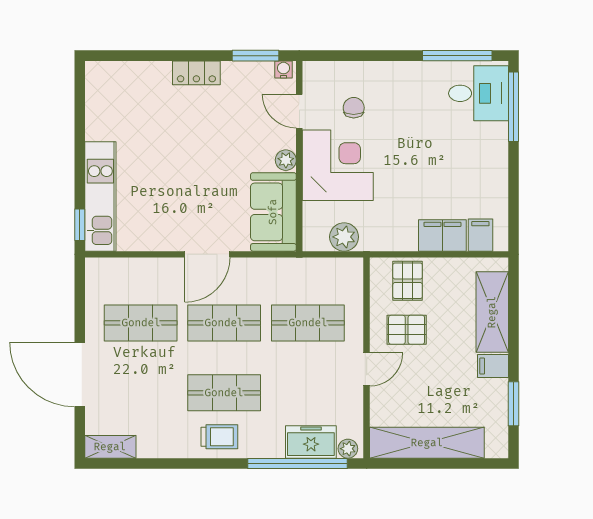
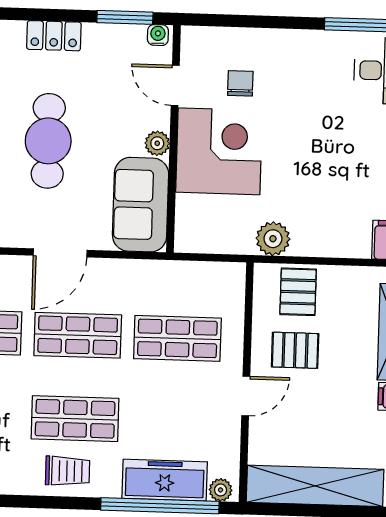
cafe table: (194, 161) -> (48, 141), added
filing cabinet: (442, 235) -> (341, 239), removed
plant: (344, 237) -> (273, 239), moved
freezer: (311, 442) -> (165, 480), width x1.40

